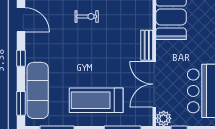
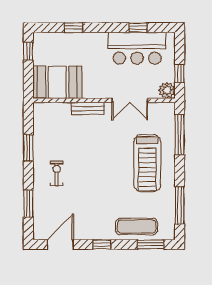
double door: (154, 84) -> (130, 100), width x0.73
exercise mat: (38, 90) -> (137, 226), width x0.73, depth x0.69

